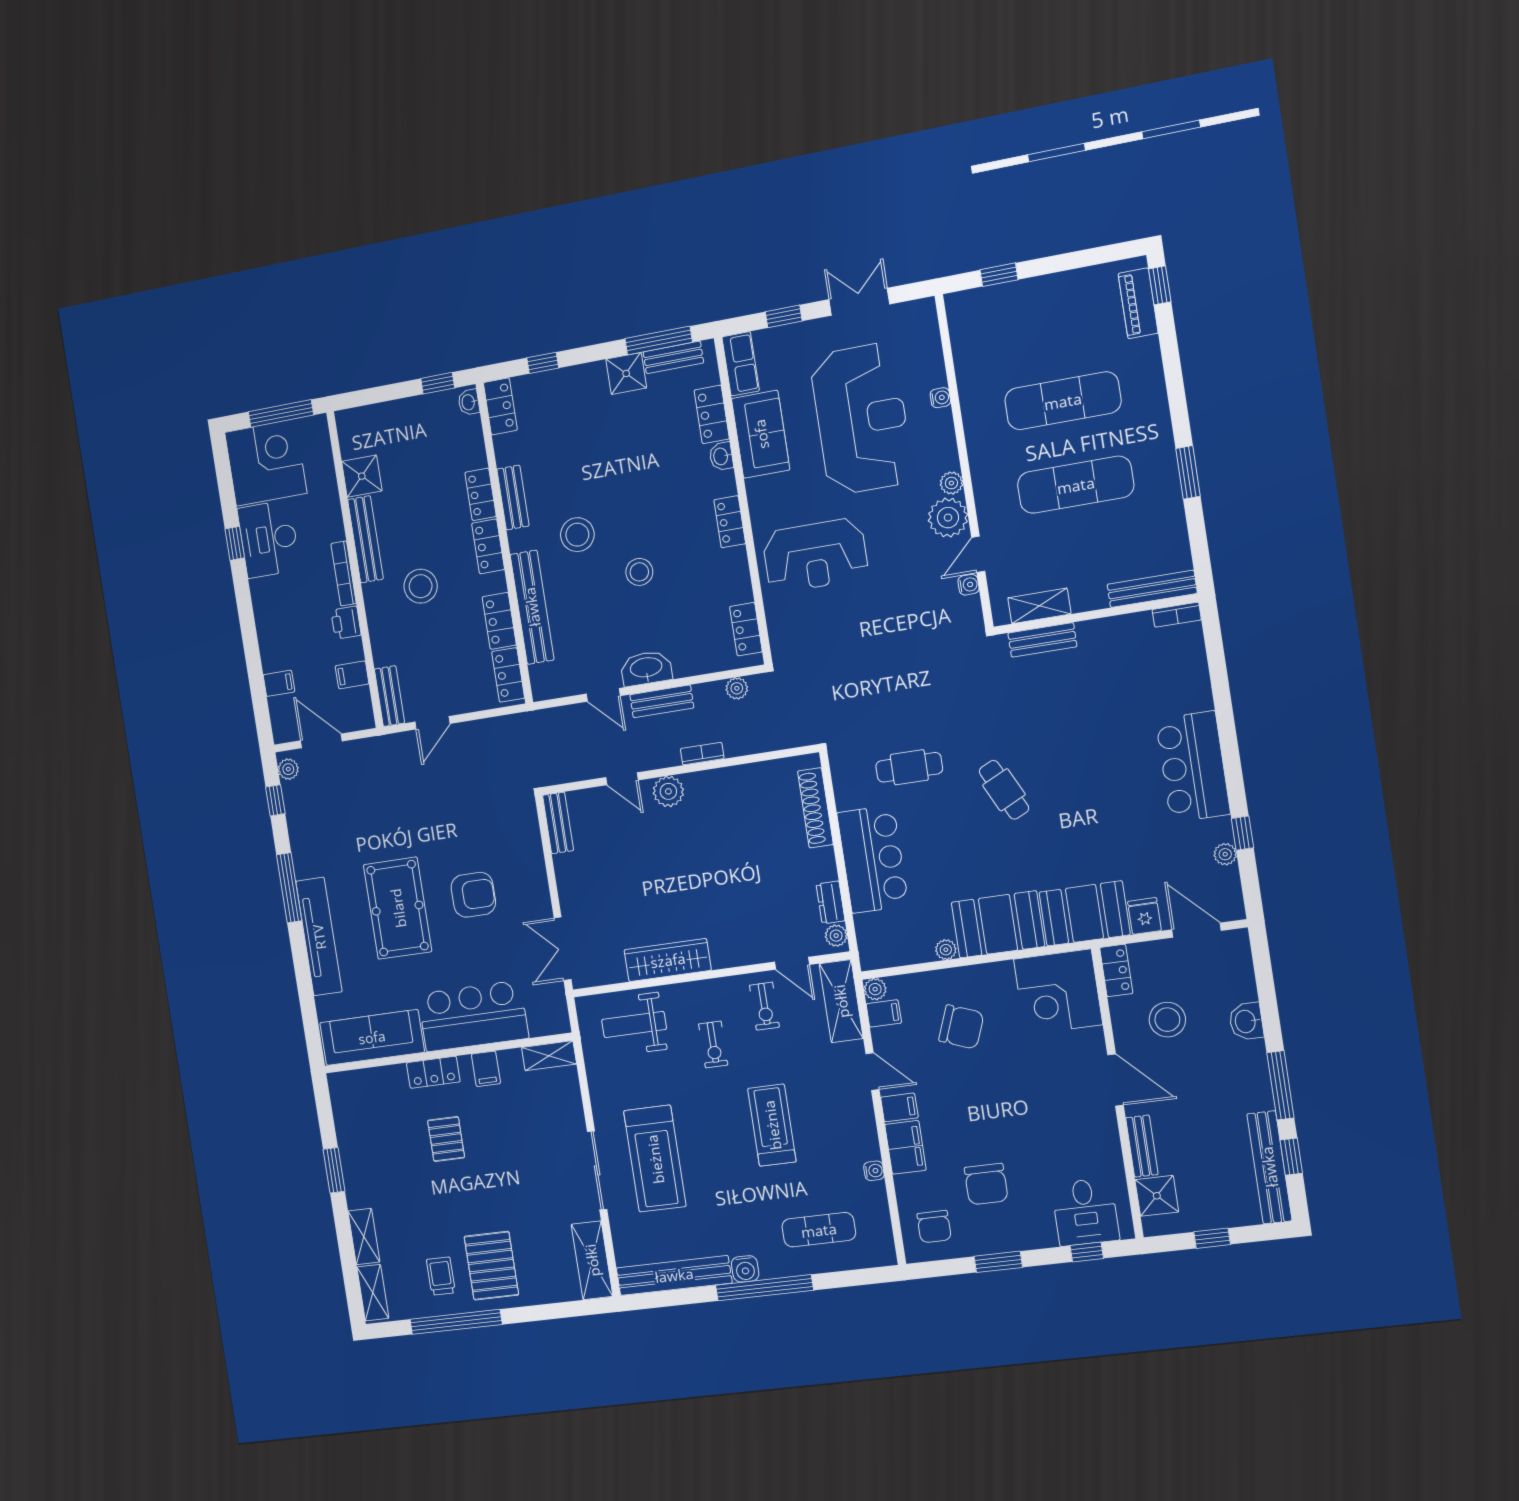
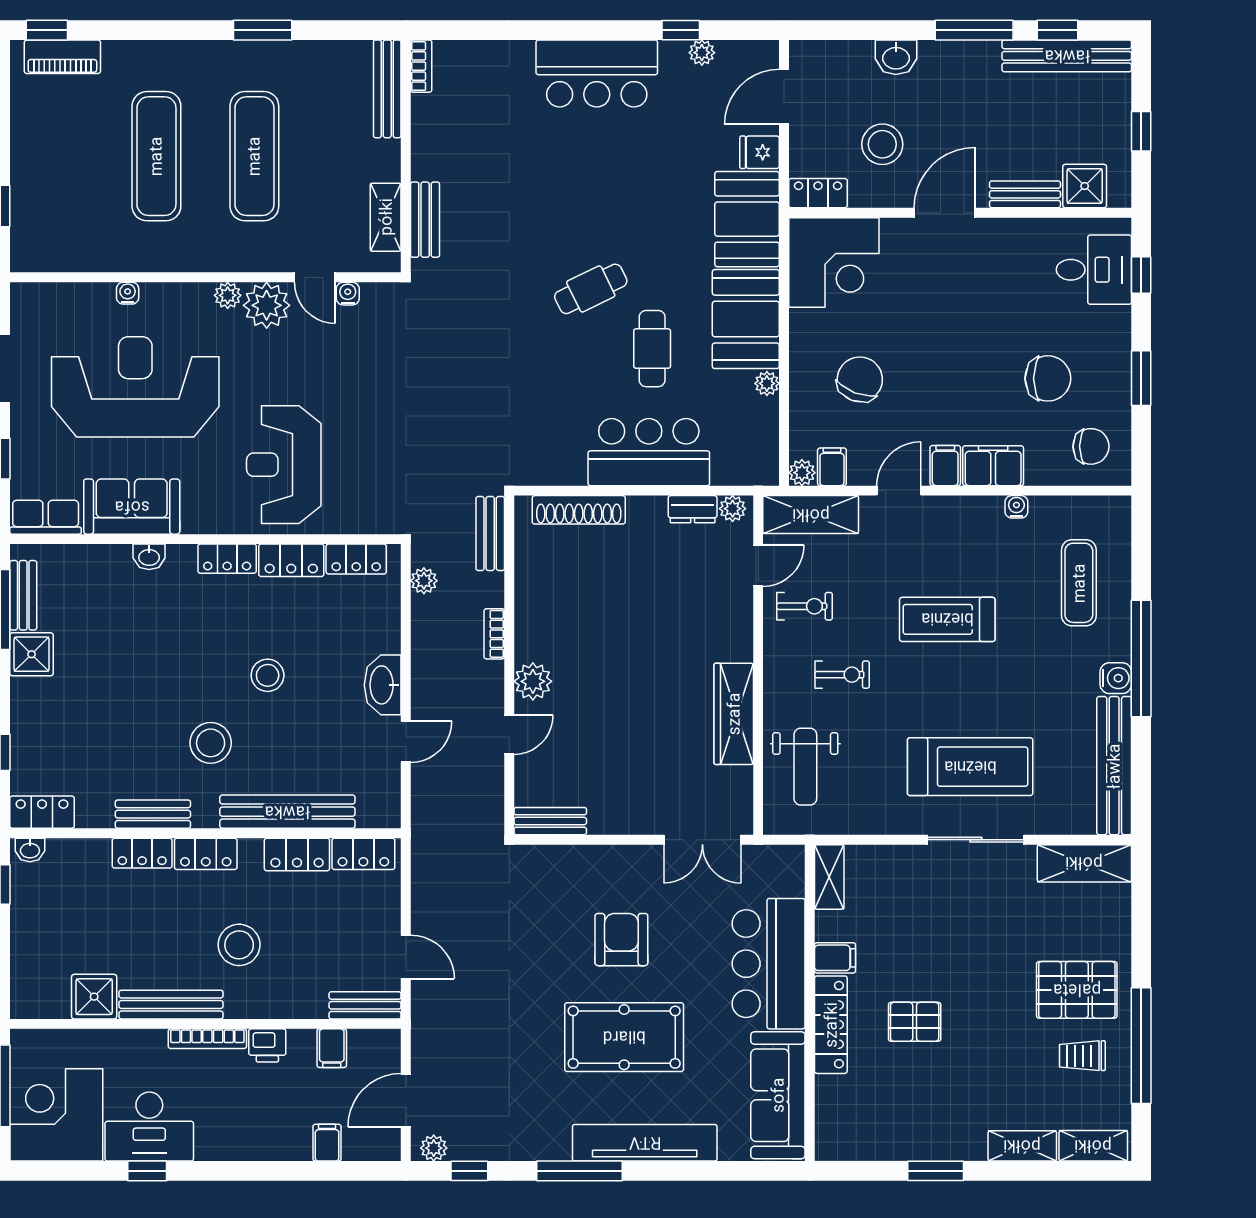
locker: (712, 414) -> (291, 560), moved
reception desk: (815, 555) -> (284, 465), turned 180
bench: (662, 701) -> (490, 534), moved
cafe table: (909, 767) -> (652, 349), moved
locker: (433, 1072) -> (831, 1025), width x1.53

